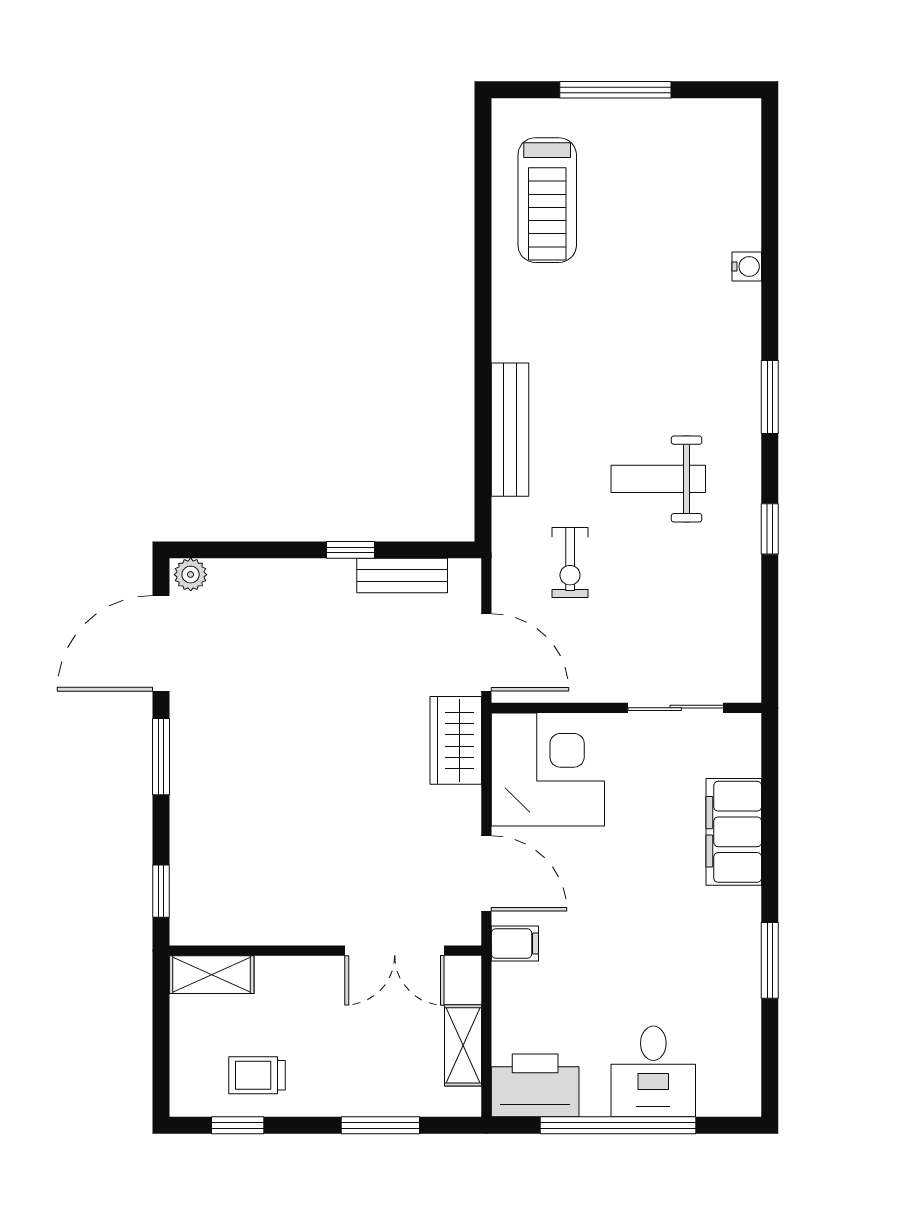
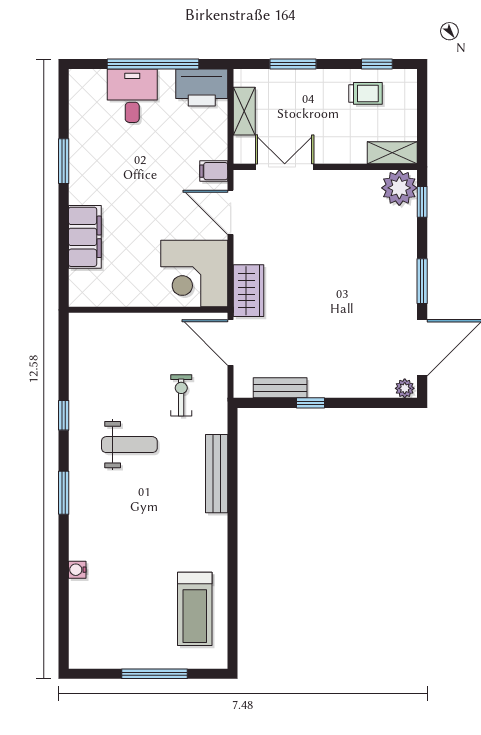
treadmill: (547, 200) -> (195, 609), turned 180
sliding door: (676, 708) -> (119, 310), removed
plant: (200, 915) -> (399, 188), added

